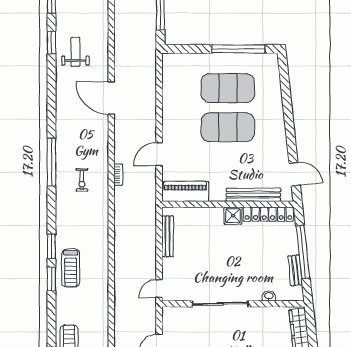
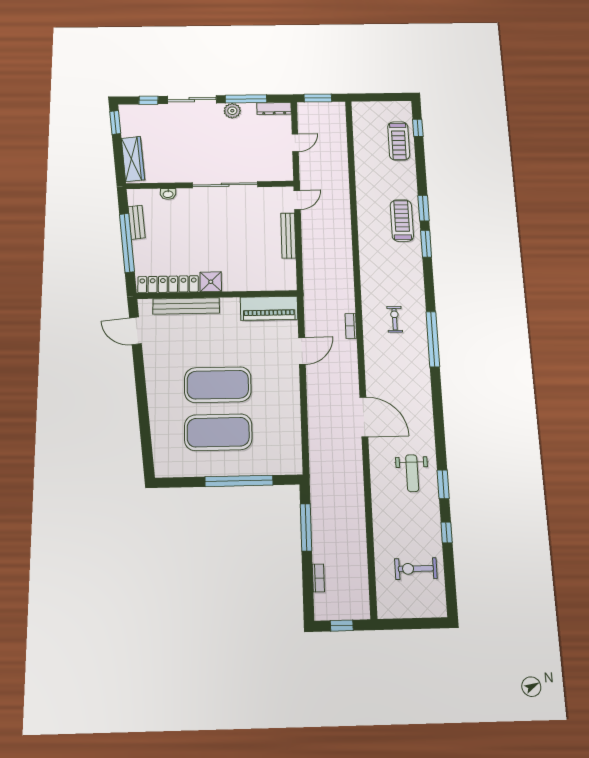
window: (238, 49) -> (239, 481), moved
bench: (168, 236) -> (288, 236), moved

